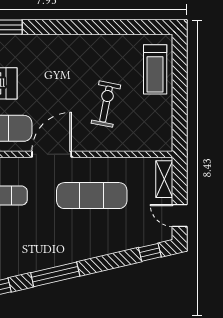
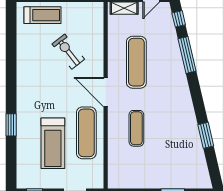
exercise bike: (106, 104) -> (68, 52), turned 41
window: (55, 274) -> (187, 55), moved

